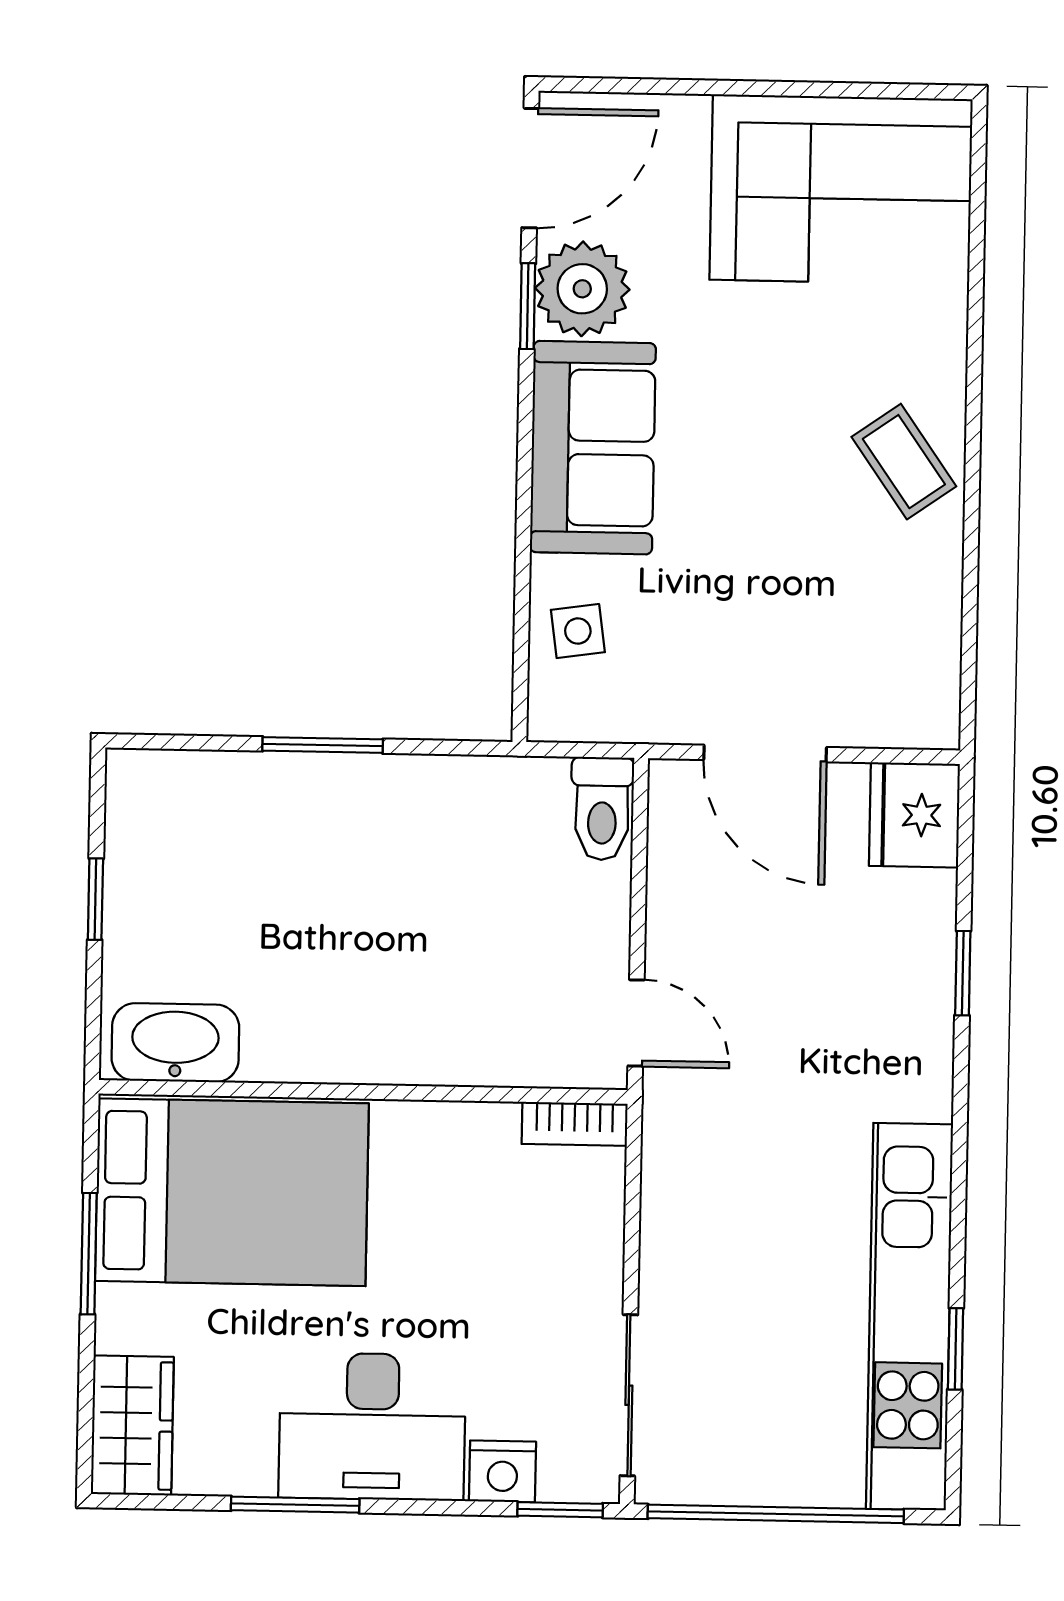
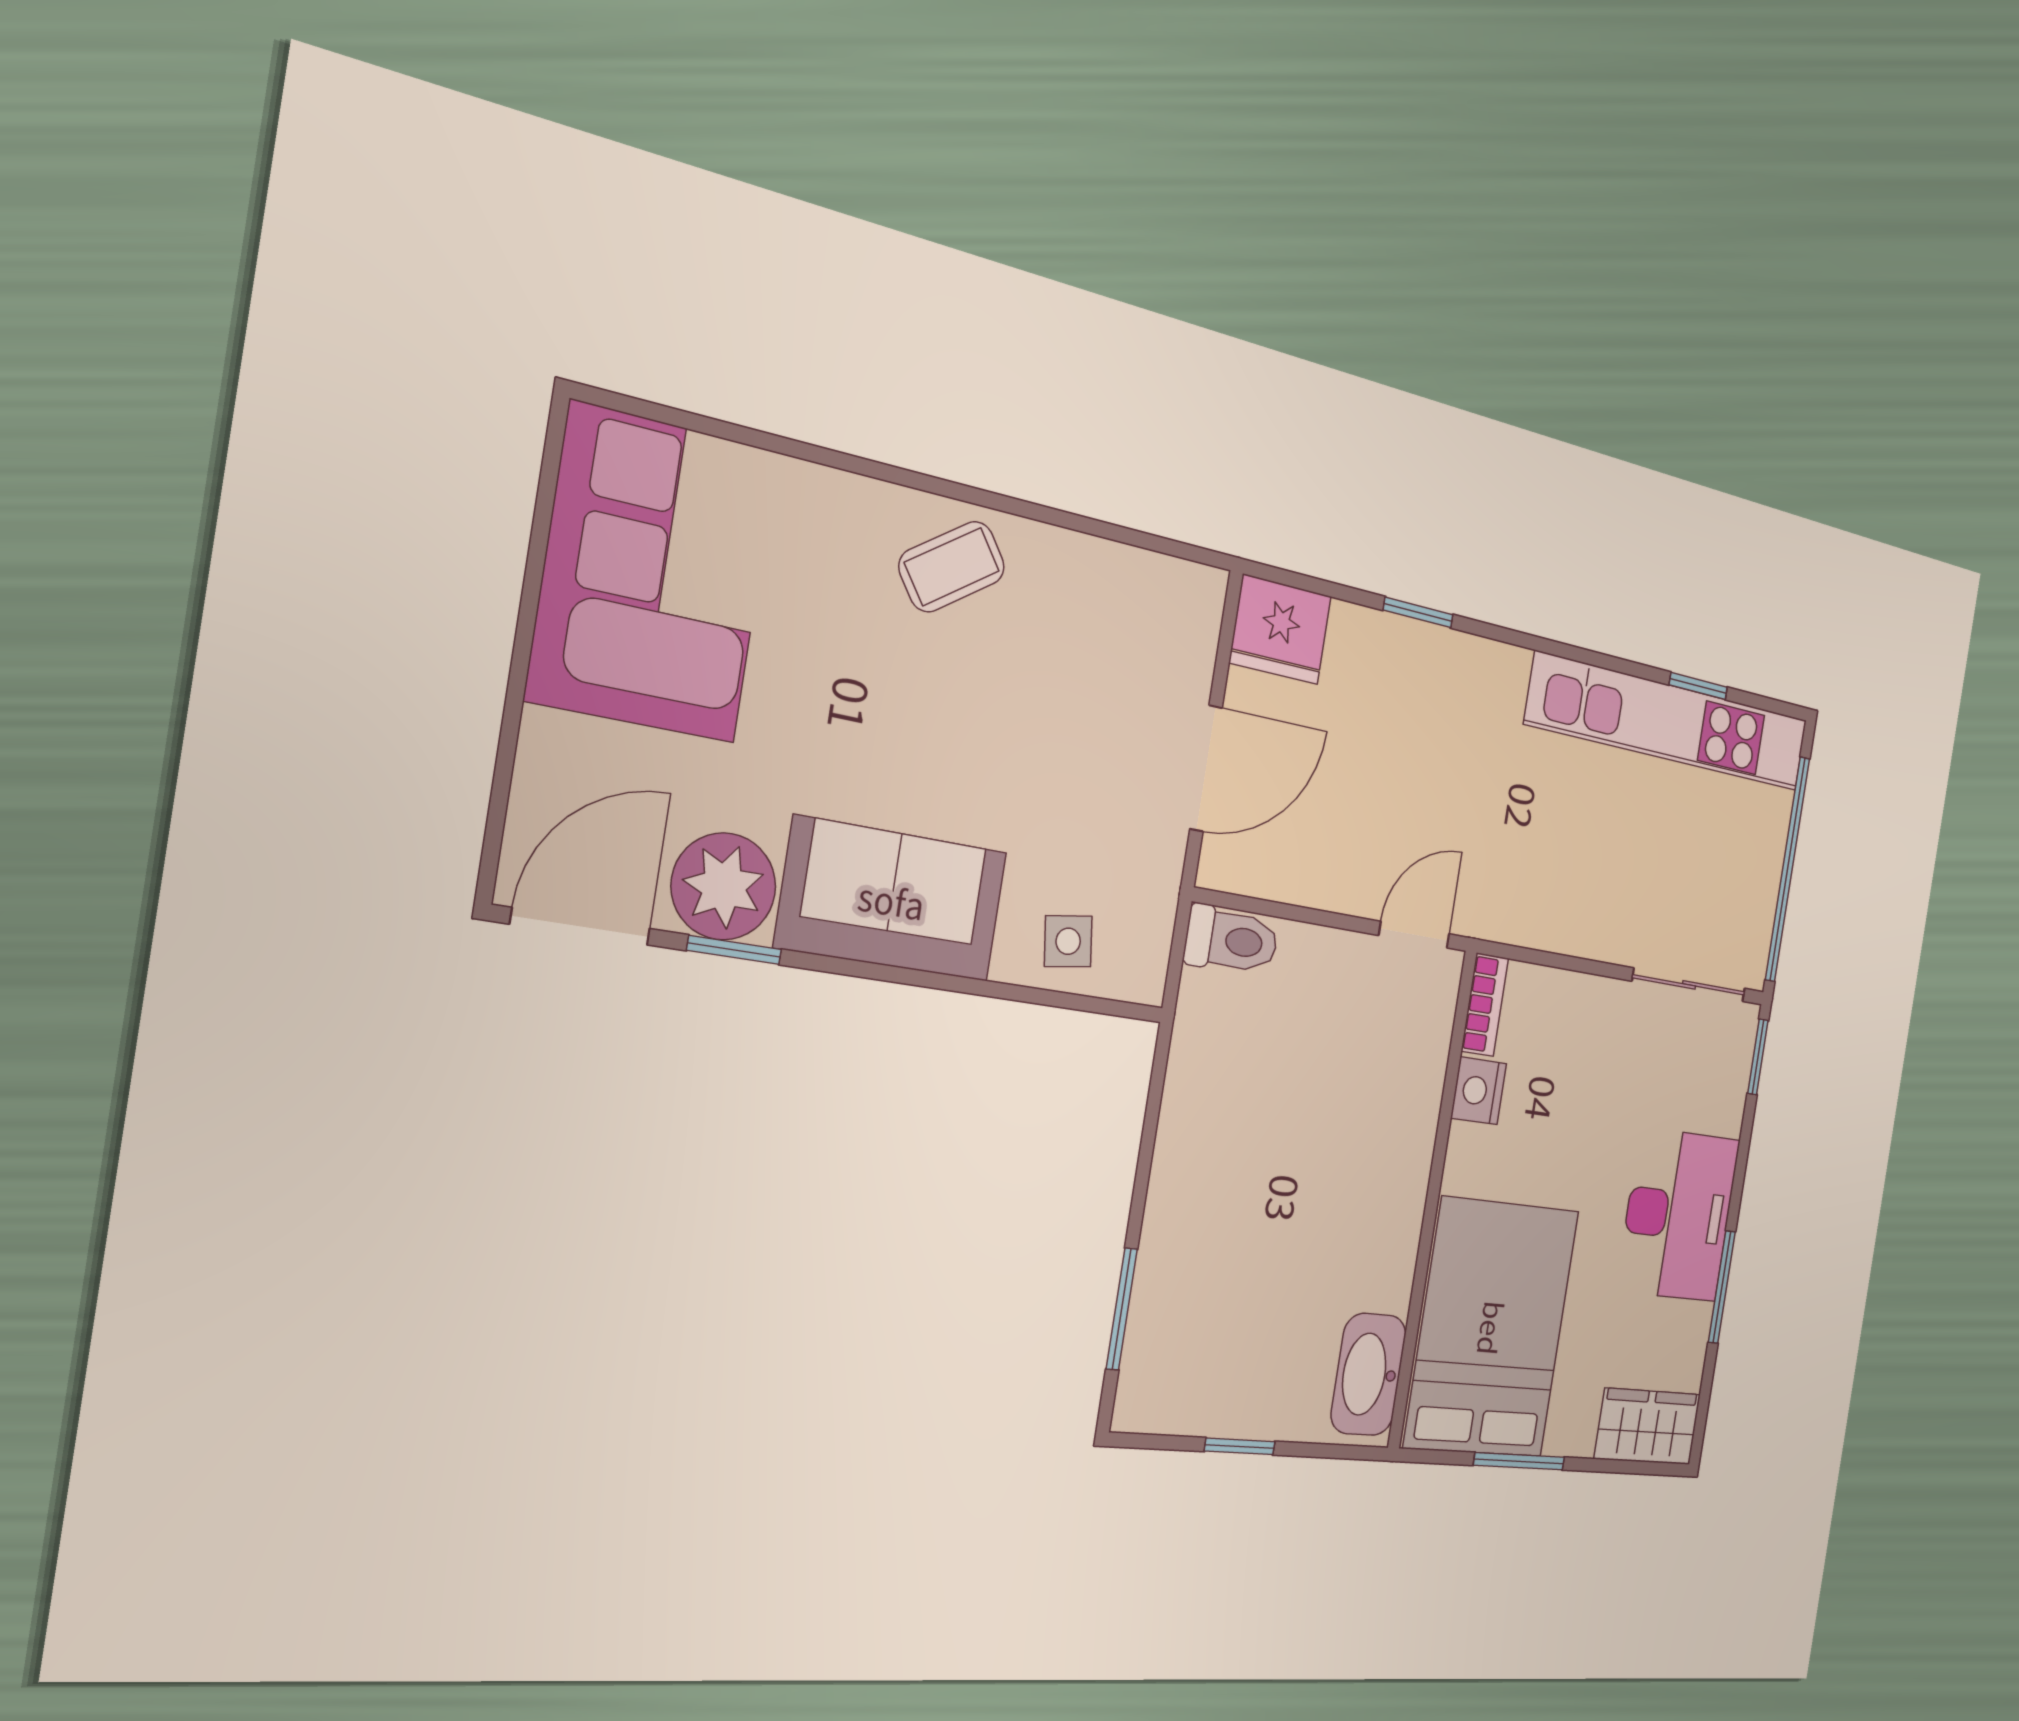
door: (530, 168) -> (581, 926), hinge flipped
window: (323, 745) -> (1122, 1309), moved
nightstand: (502, 1471) -> (1479, 1091), moved, turned 180

